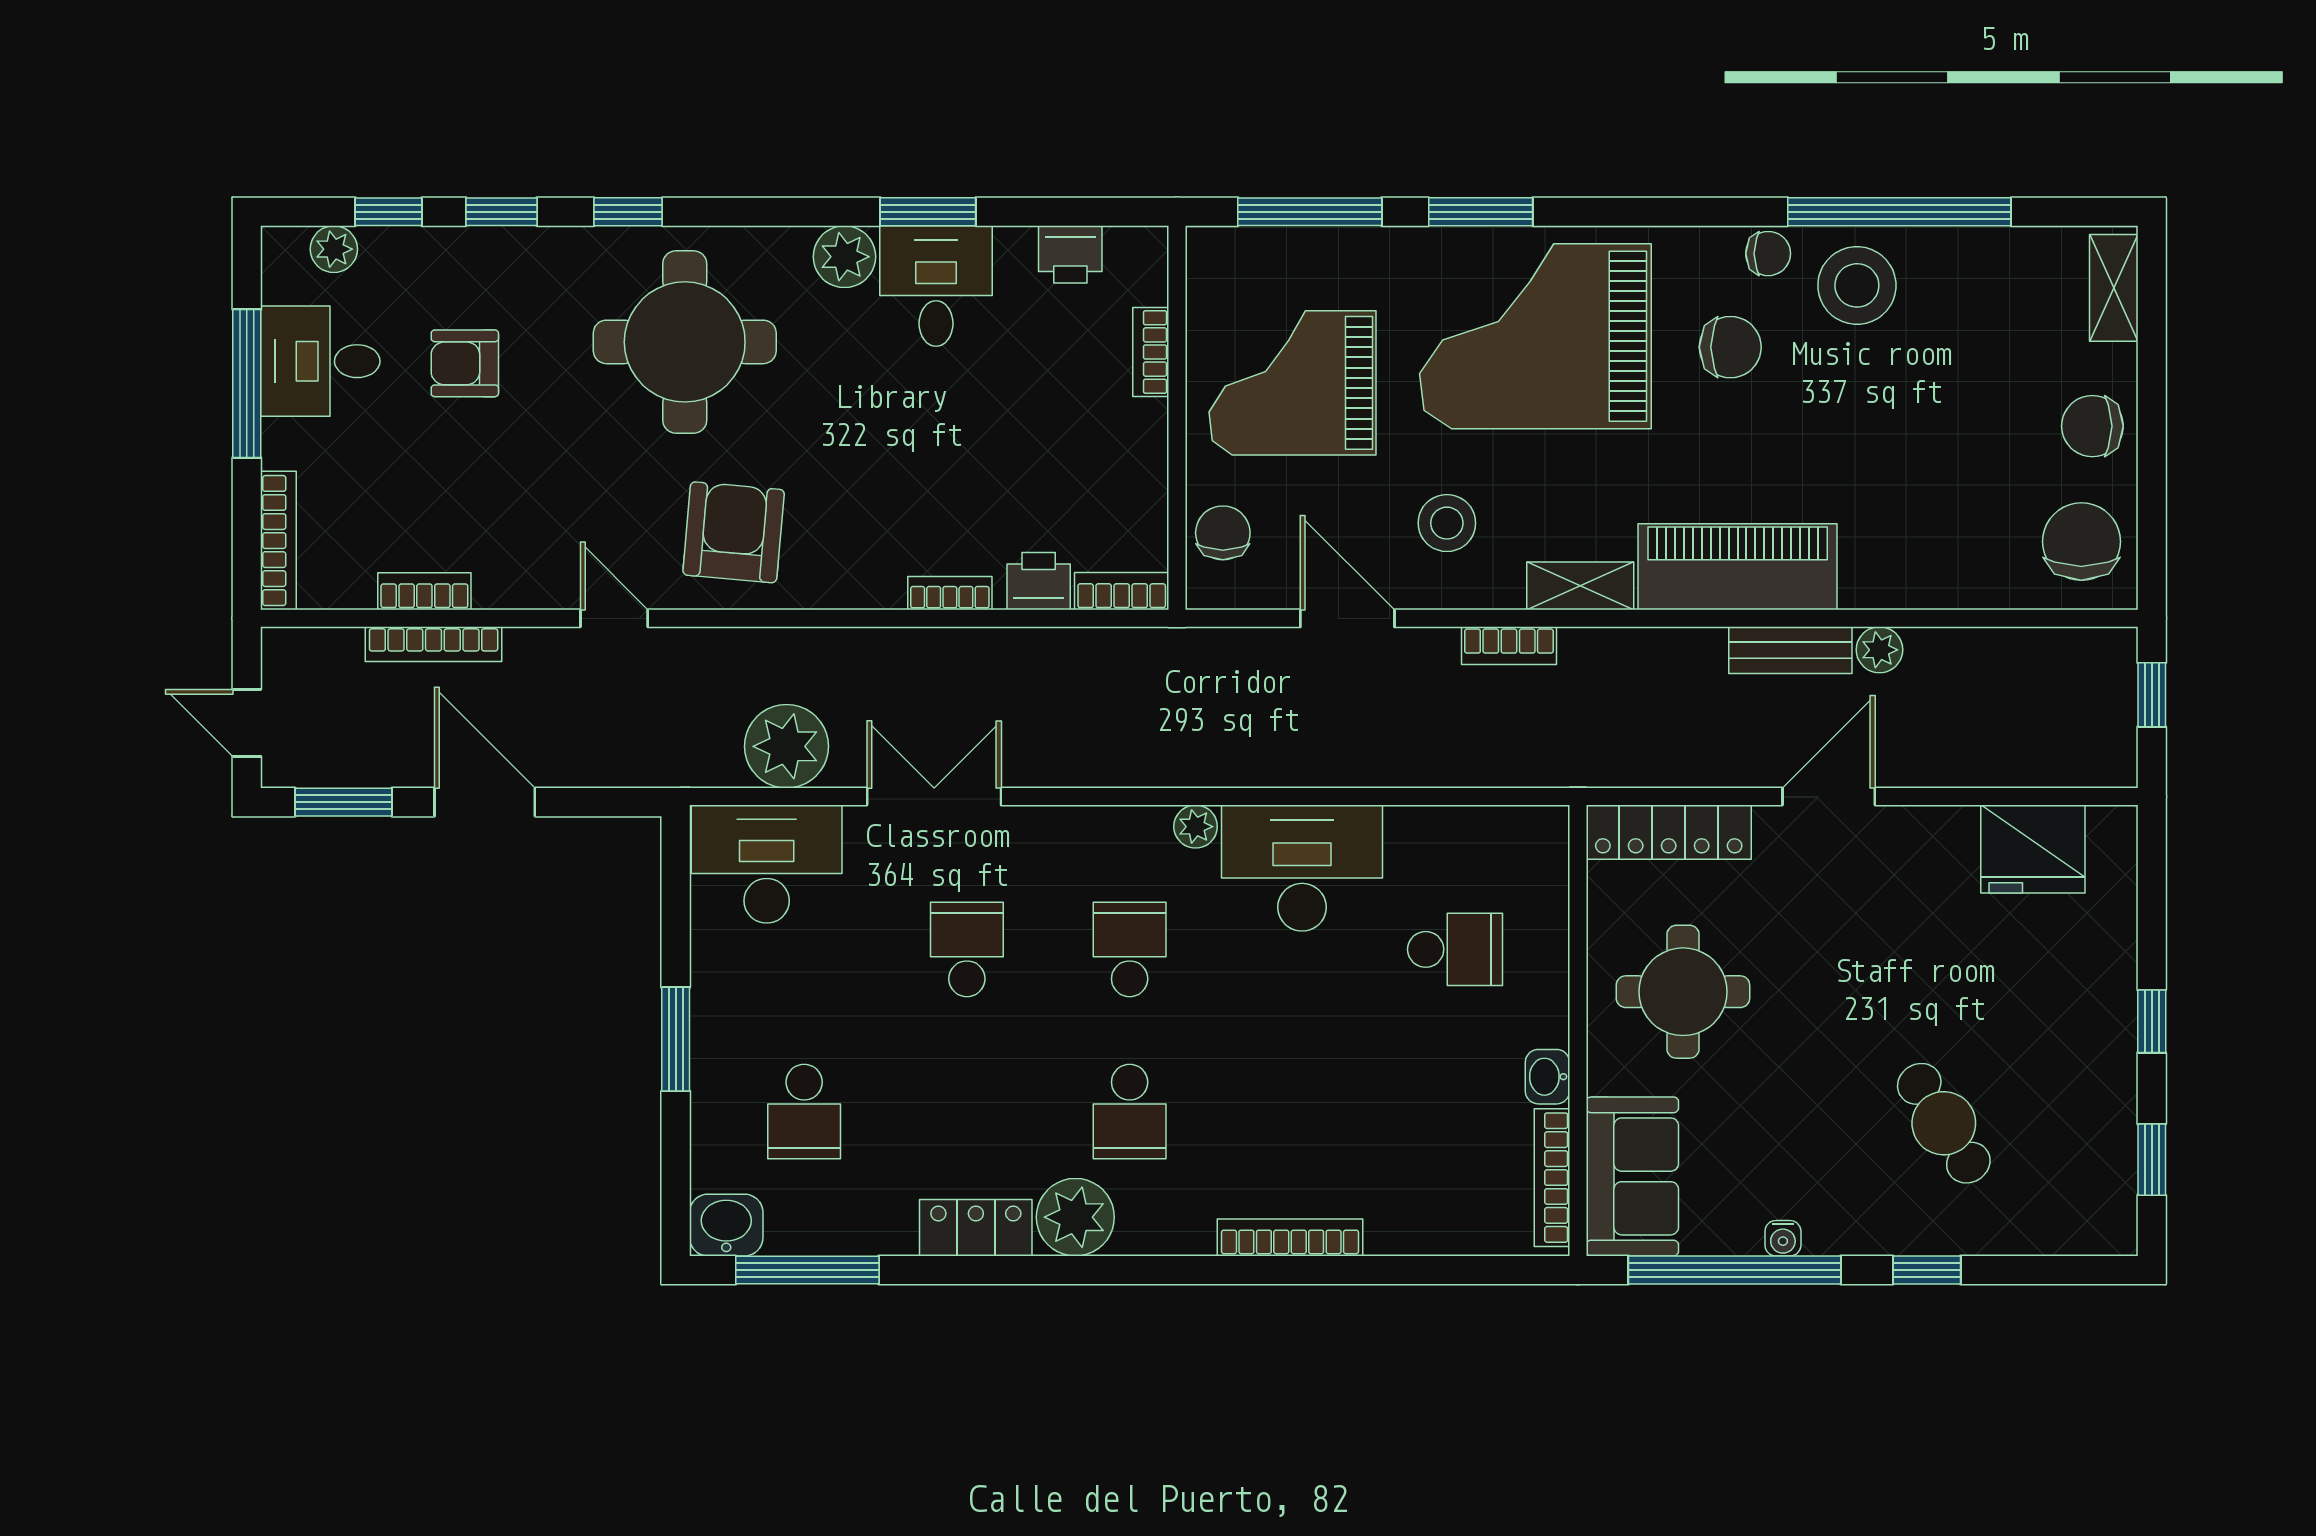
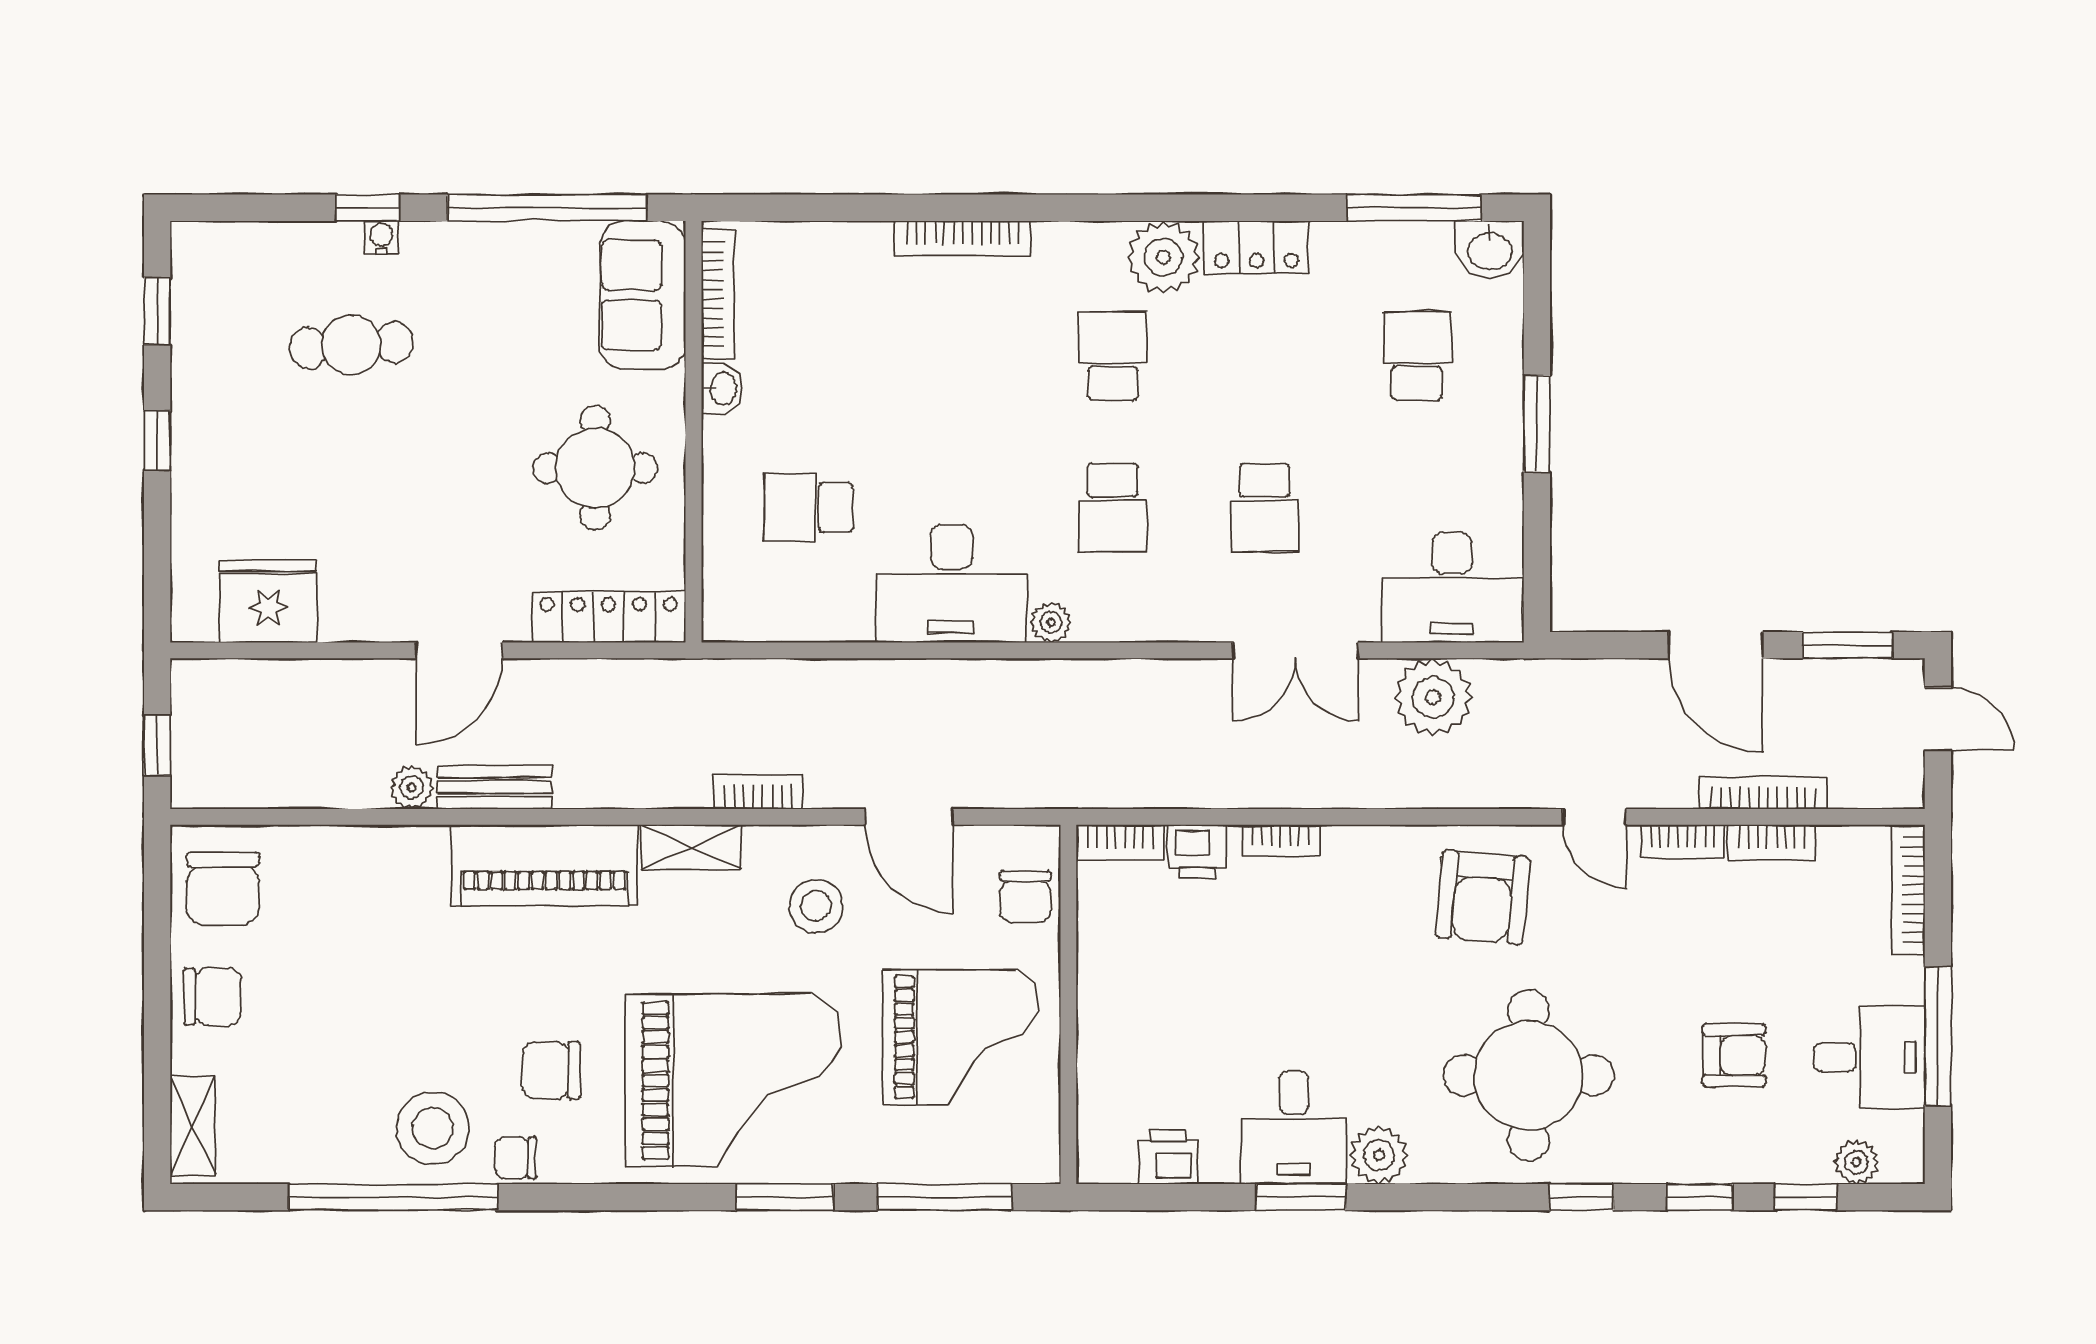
bookcase: (1151, 352) -> (1682, 841), moved, turned 90
cafe table: (1944, 1123) -> (352, 345), turned -62
water cooler: (1783, 1238) -> (381, 237), moved

